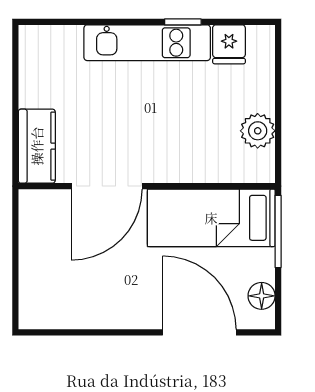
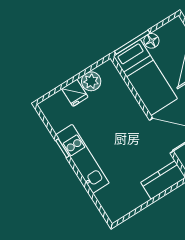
fridge: (229, 44) -> (75, 93), moved, turned 90
floor lamp: (262, 296) -> (151, 41), moved

